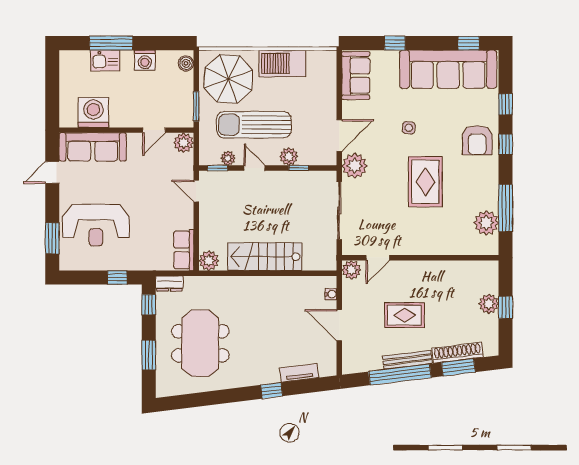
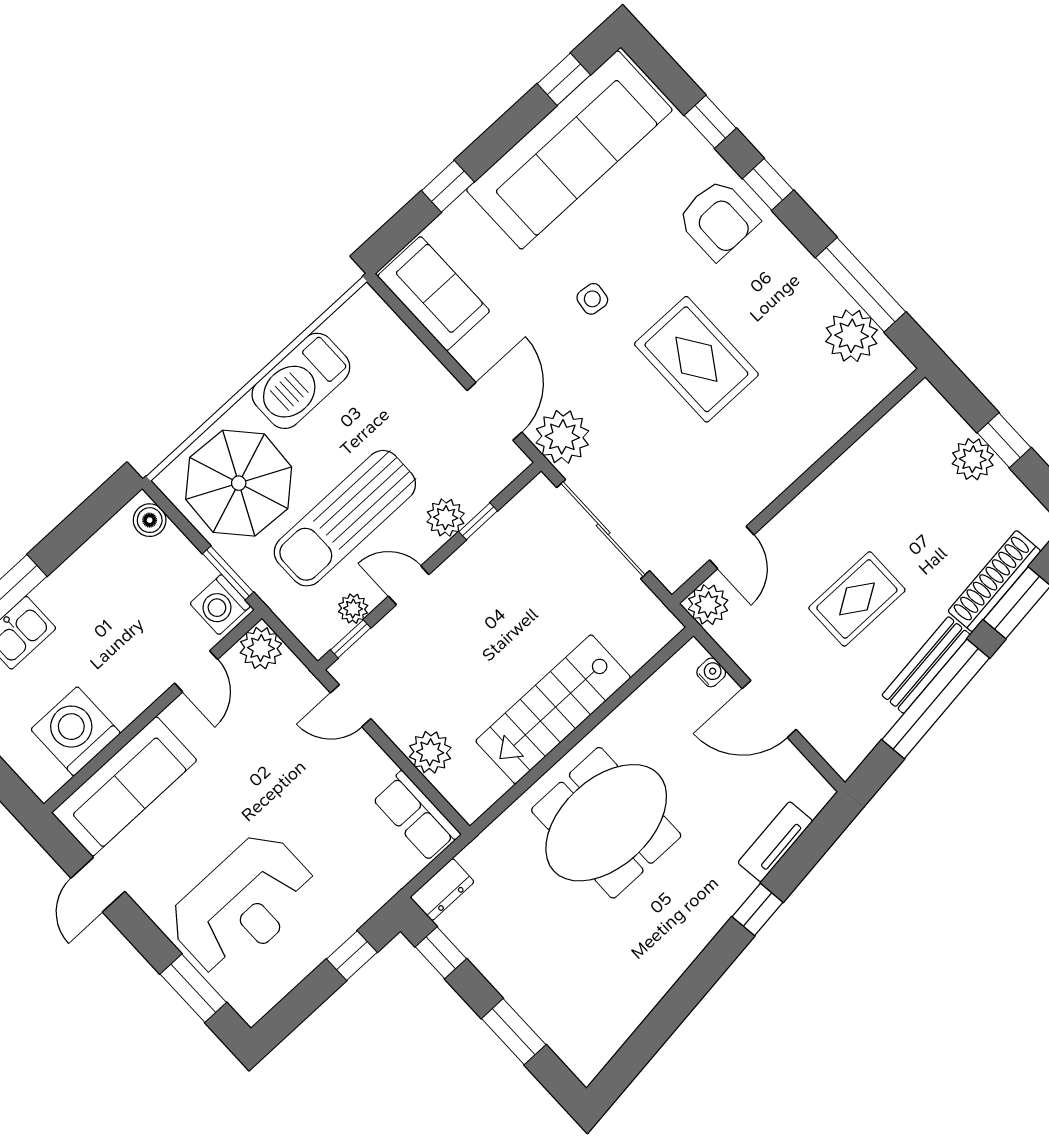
washing machine: (145, 60) -> (220, 605), moved, turned 90
plant: (209, 261) -> (430, 752), moved
meeting table: (200, 343) -> (606, 823), moved, turned 90

